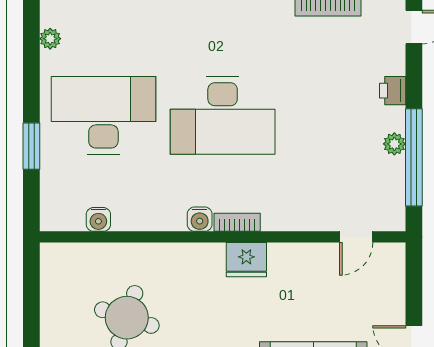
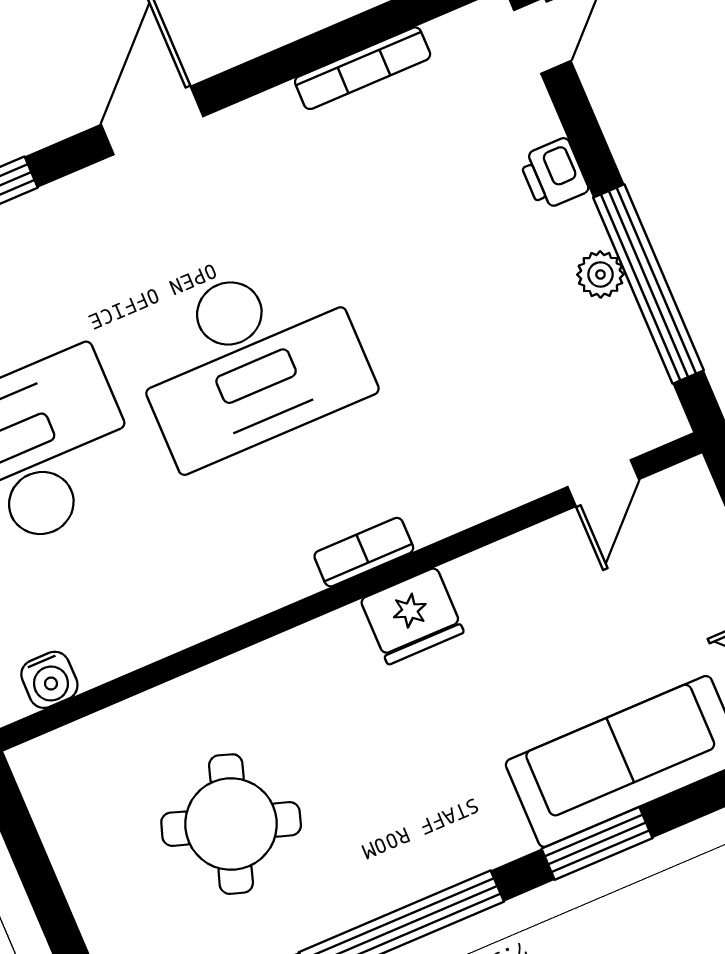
water cooler: (98, 219) -> (49, 680), moved
water cooler: (200, 219) -> (290, 577), removed

